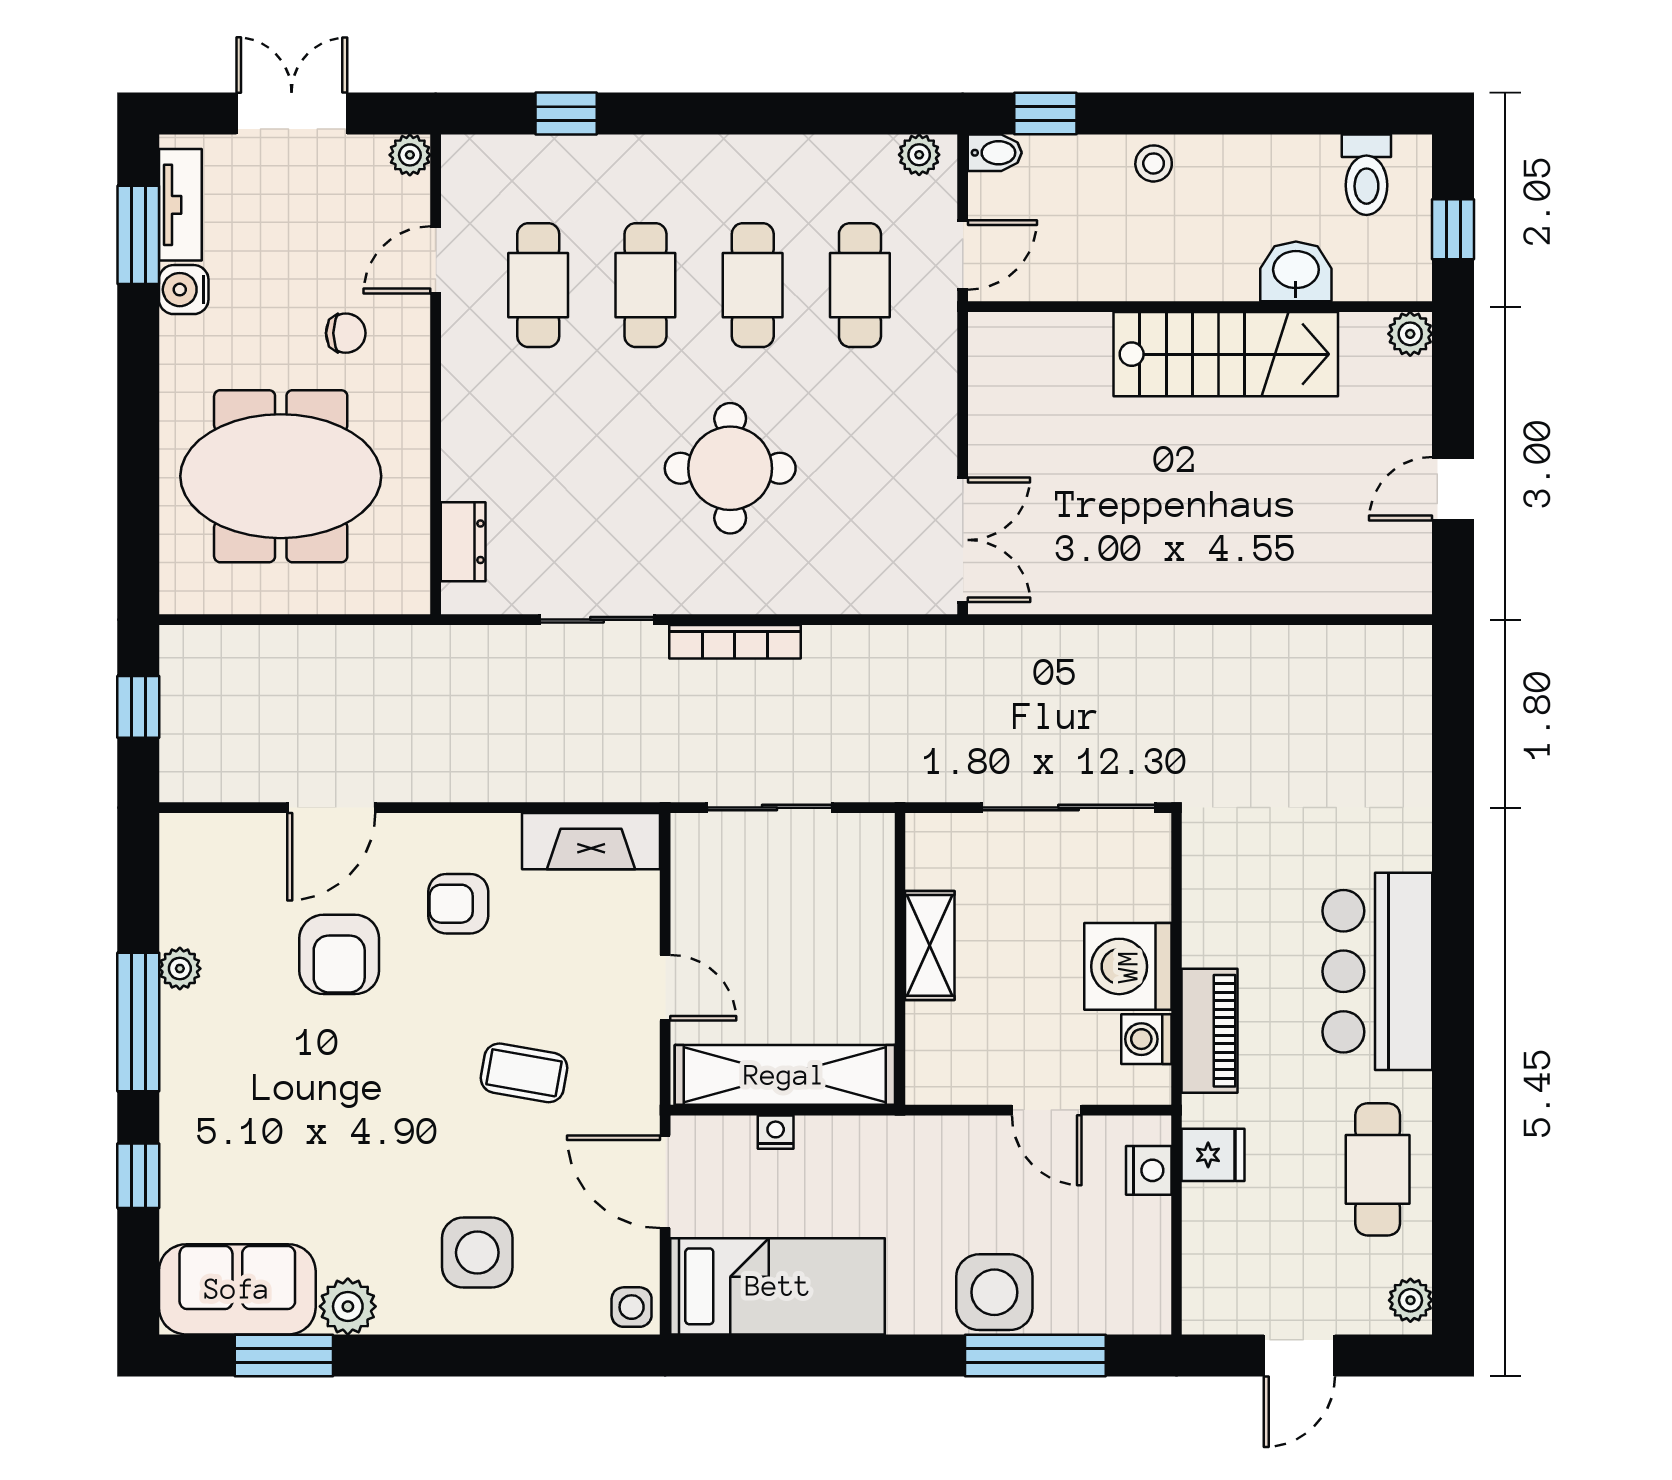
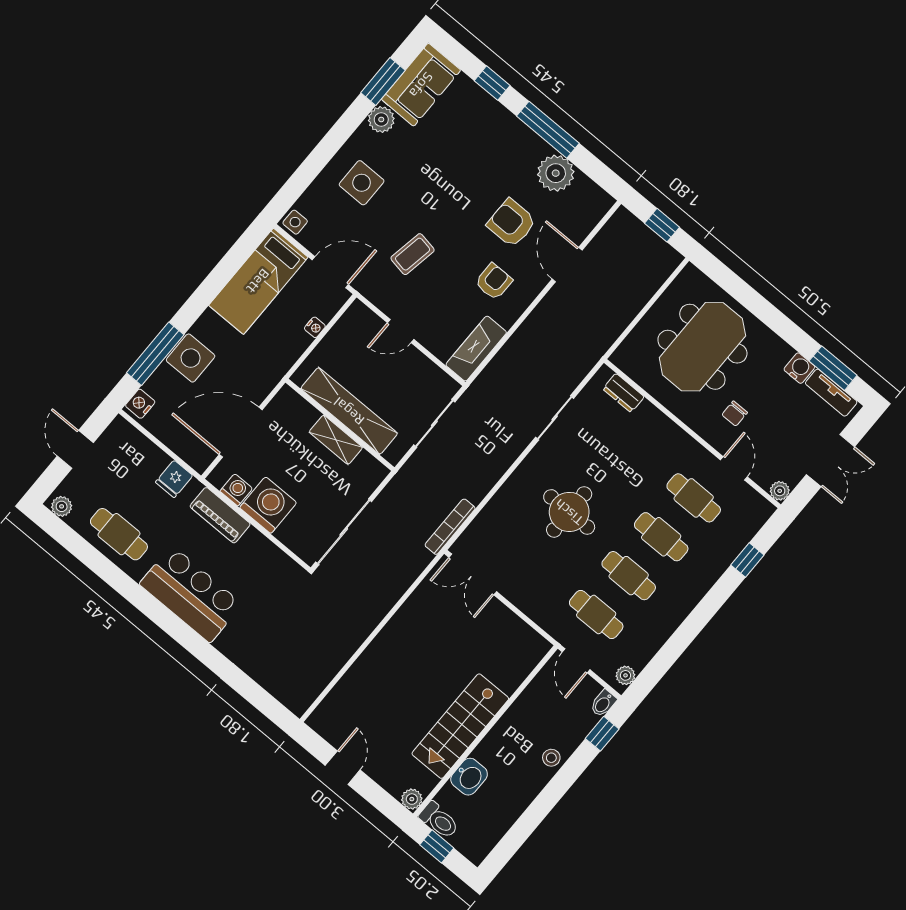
toilet: (1366, 175) -> (439, 820), moved, turned 180
bookcase: (735, 642) -> (450, 527), moved
plant: (180, 969) -> (556, 173), width x1.87, depth x1.87
shelving: (785, 1075) -> (349, 411), moved, turned 90
door: (1047, 1110) -> (241, 432), width x1.88
nightstand: (1149, 1170) -> (140, 404), moved, turned 90

